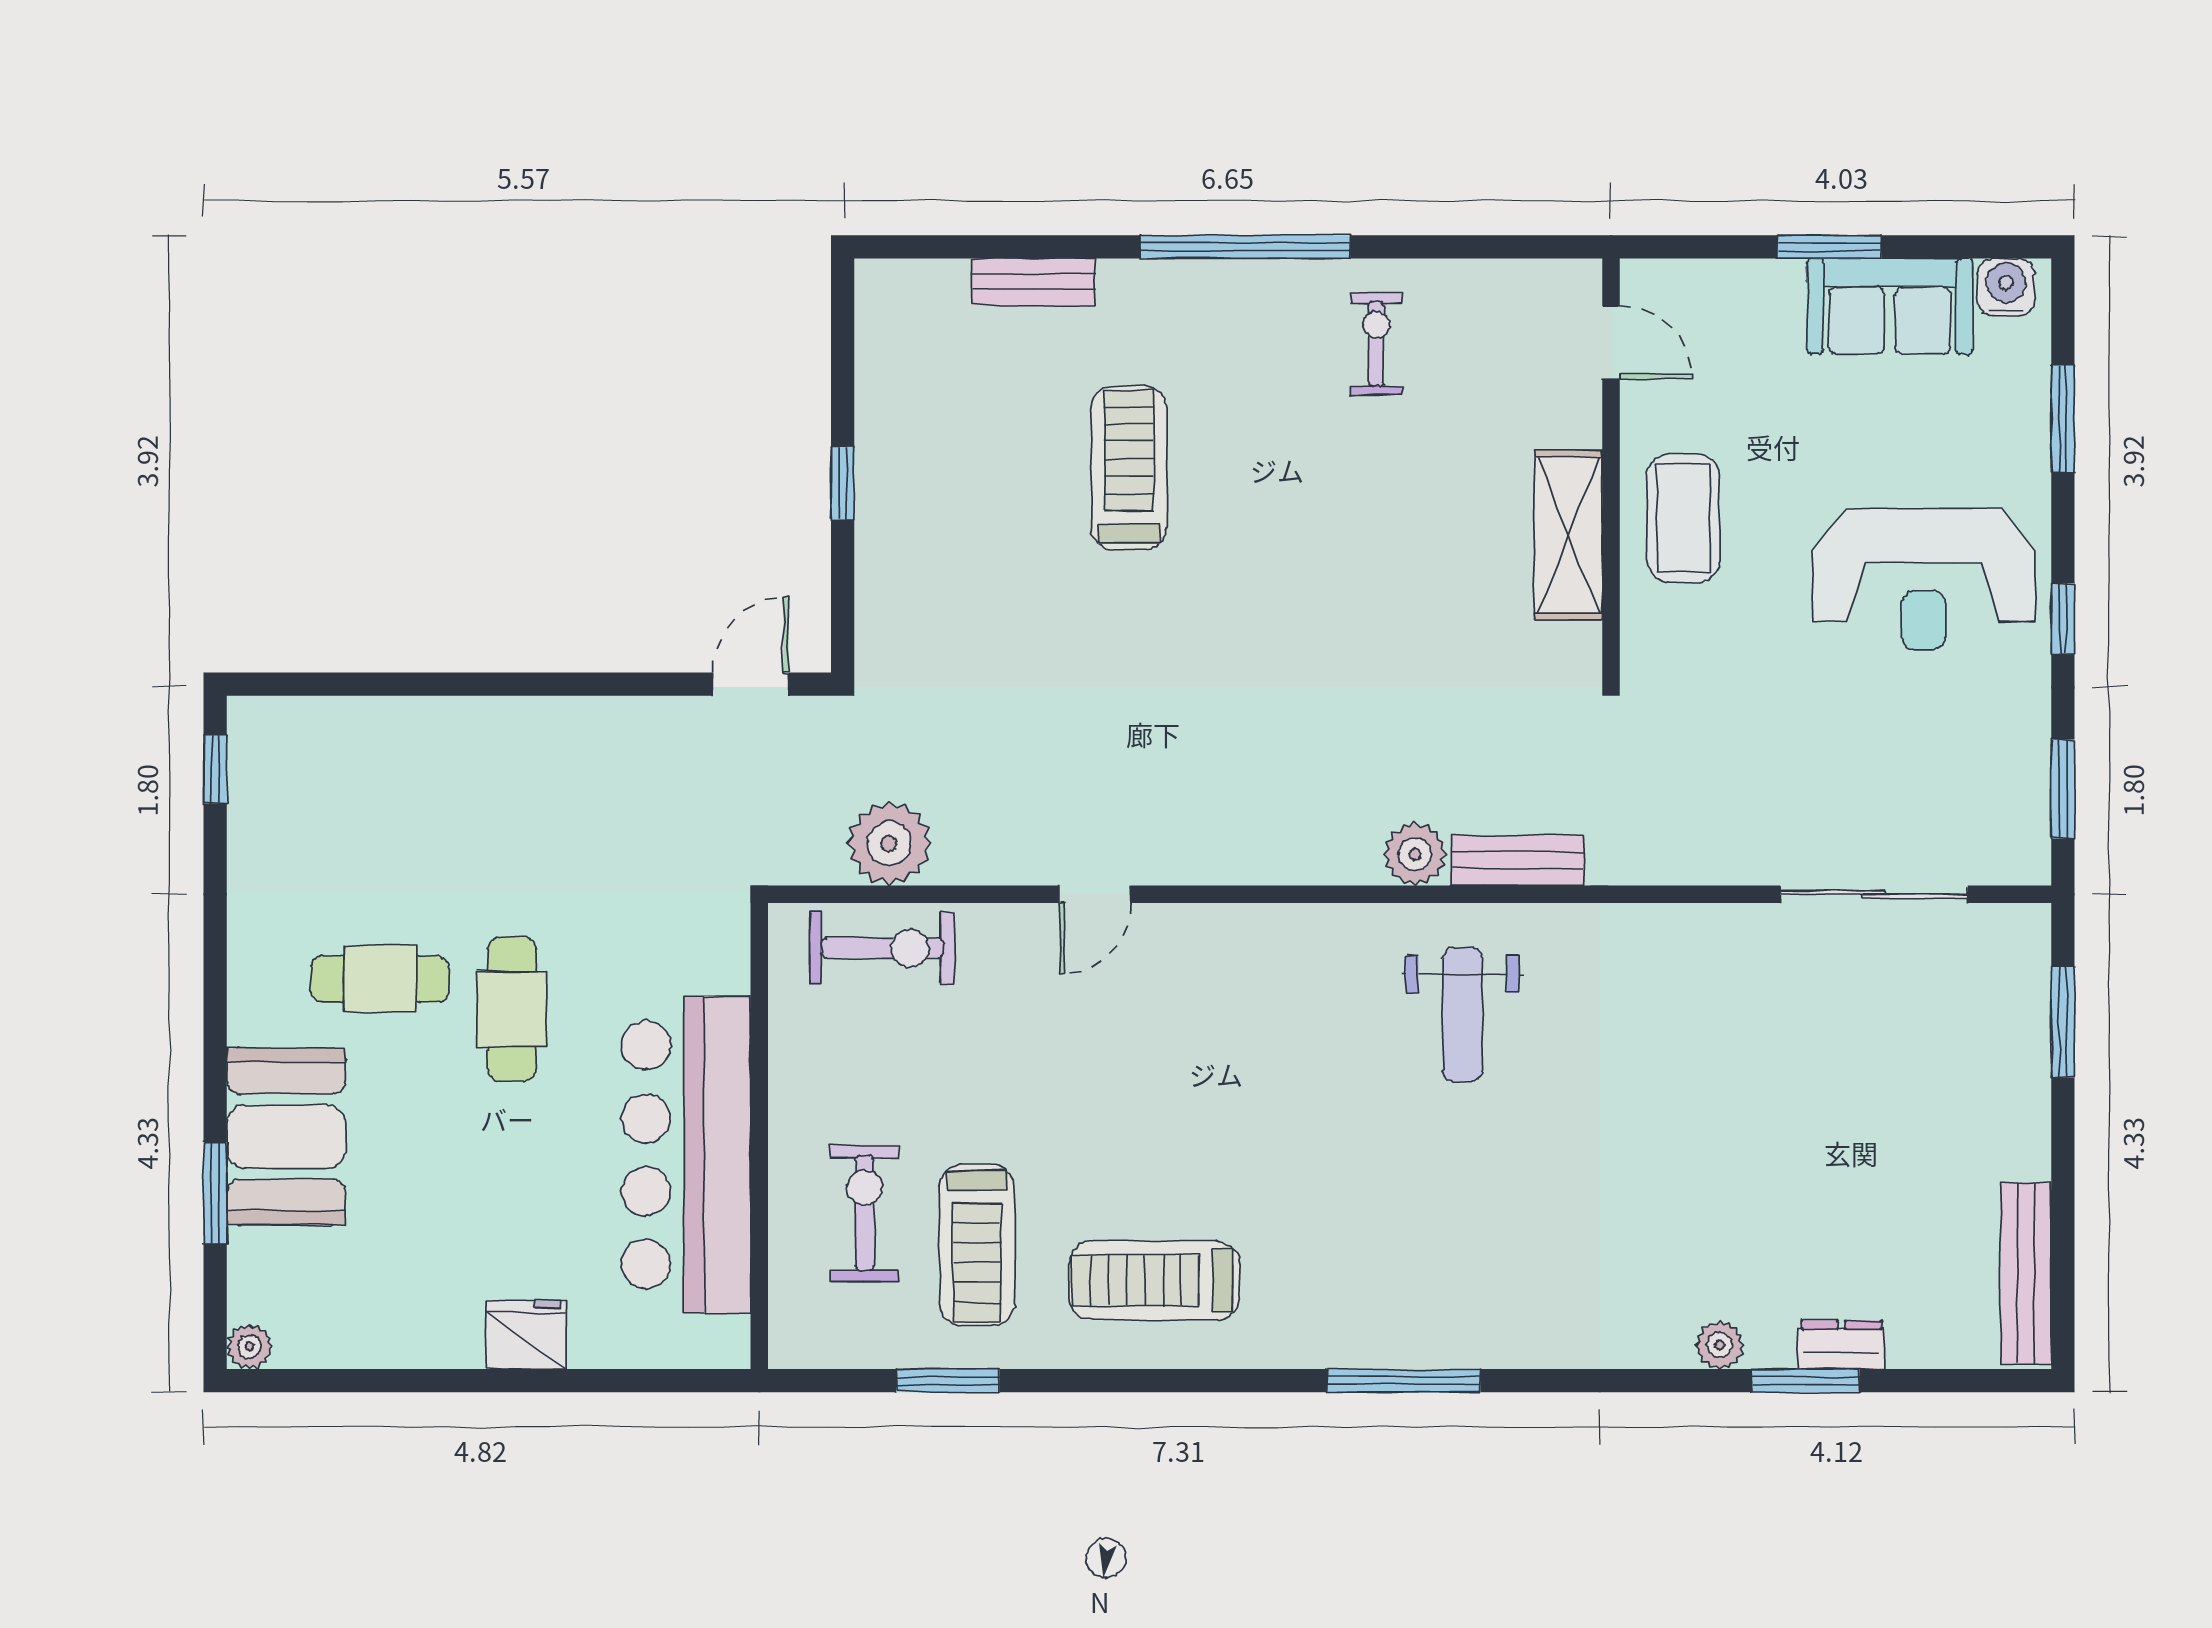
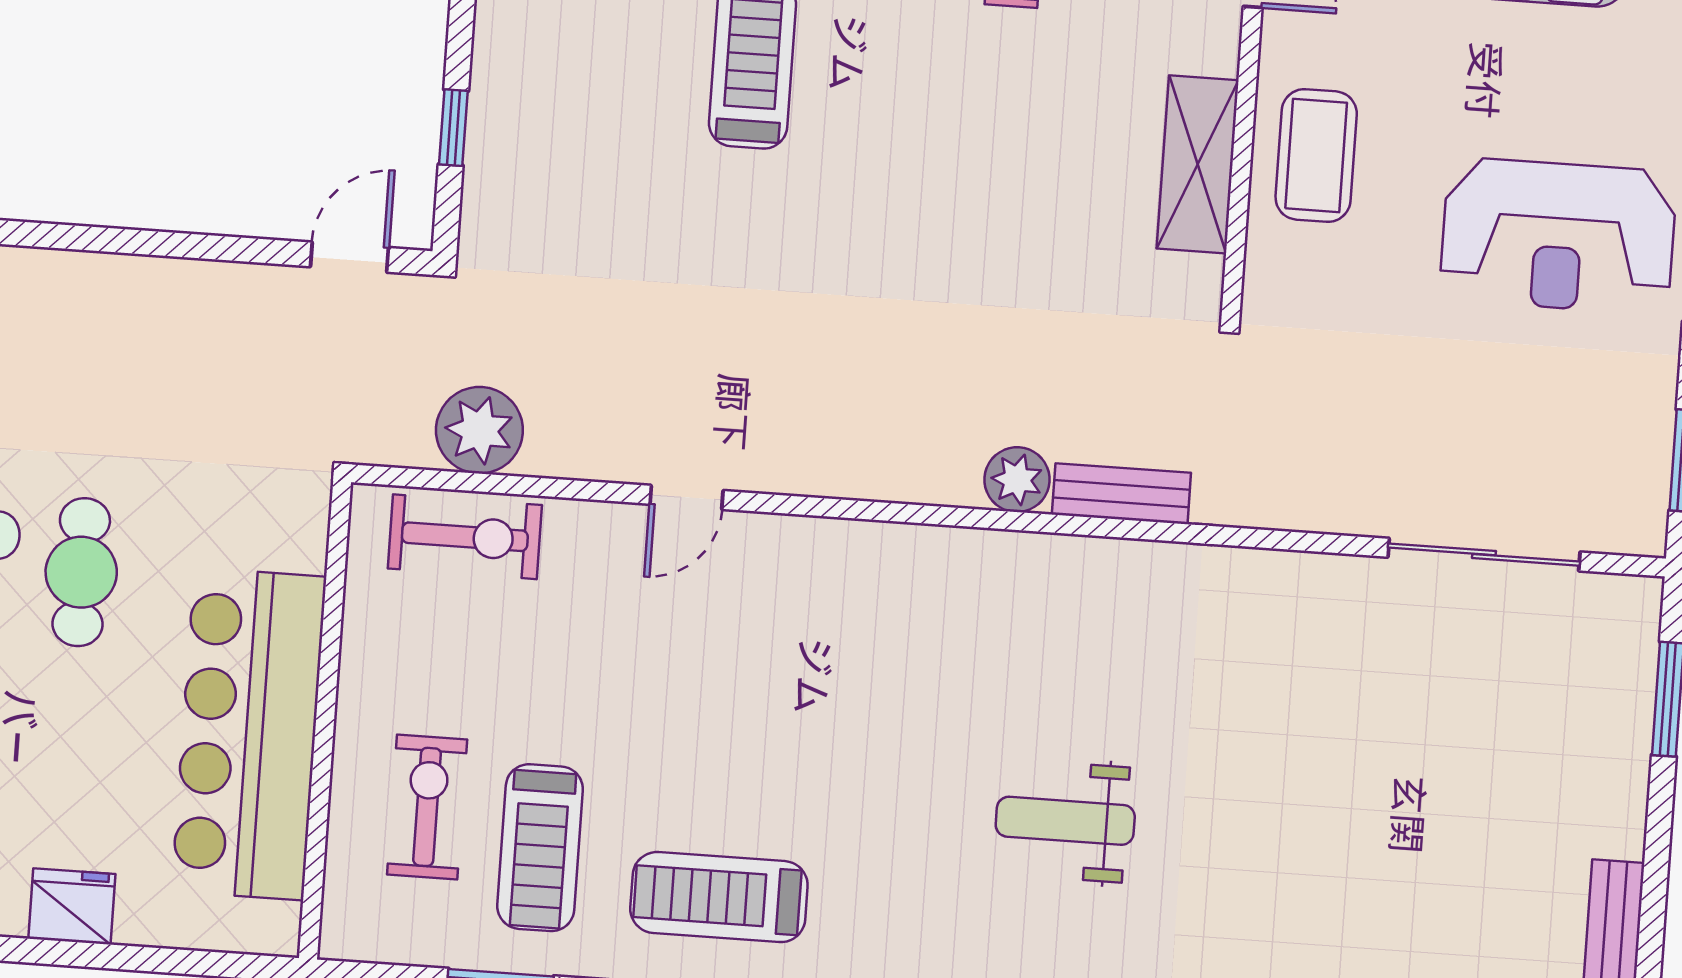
window: (843, 483) -> (453, 128), moved
weight bench: (1462, 1014) -> (1065, 821), moved, turned 90

